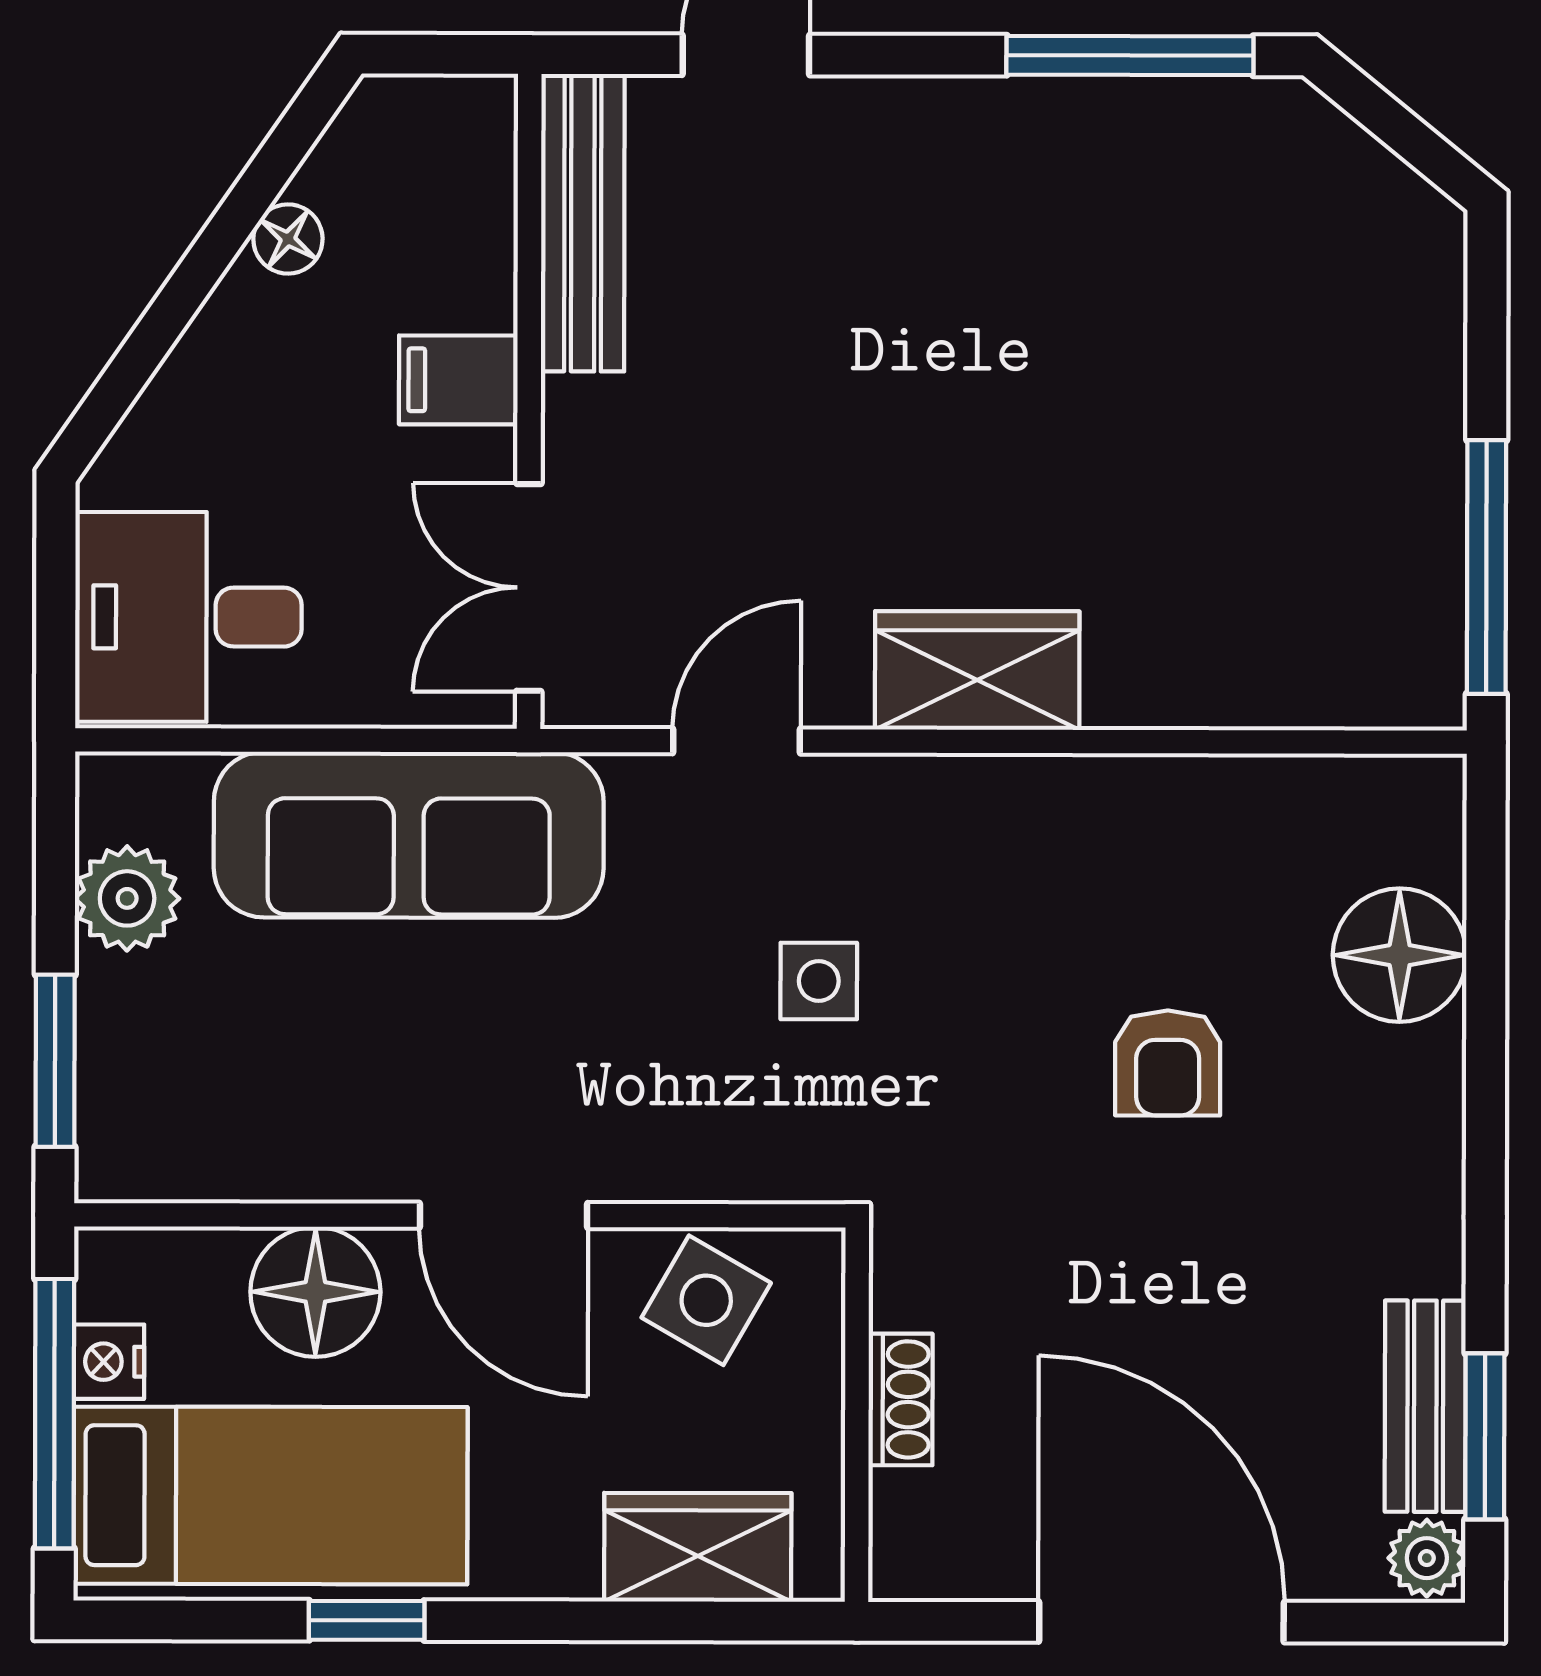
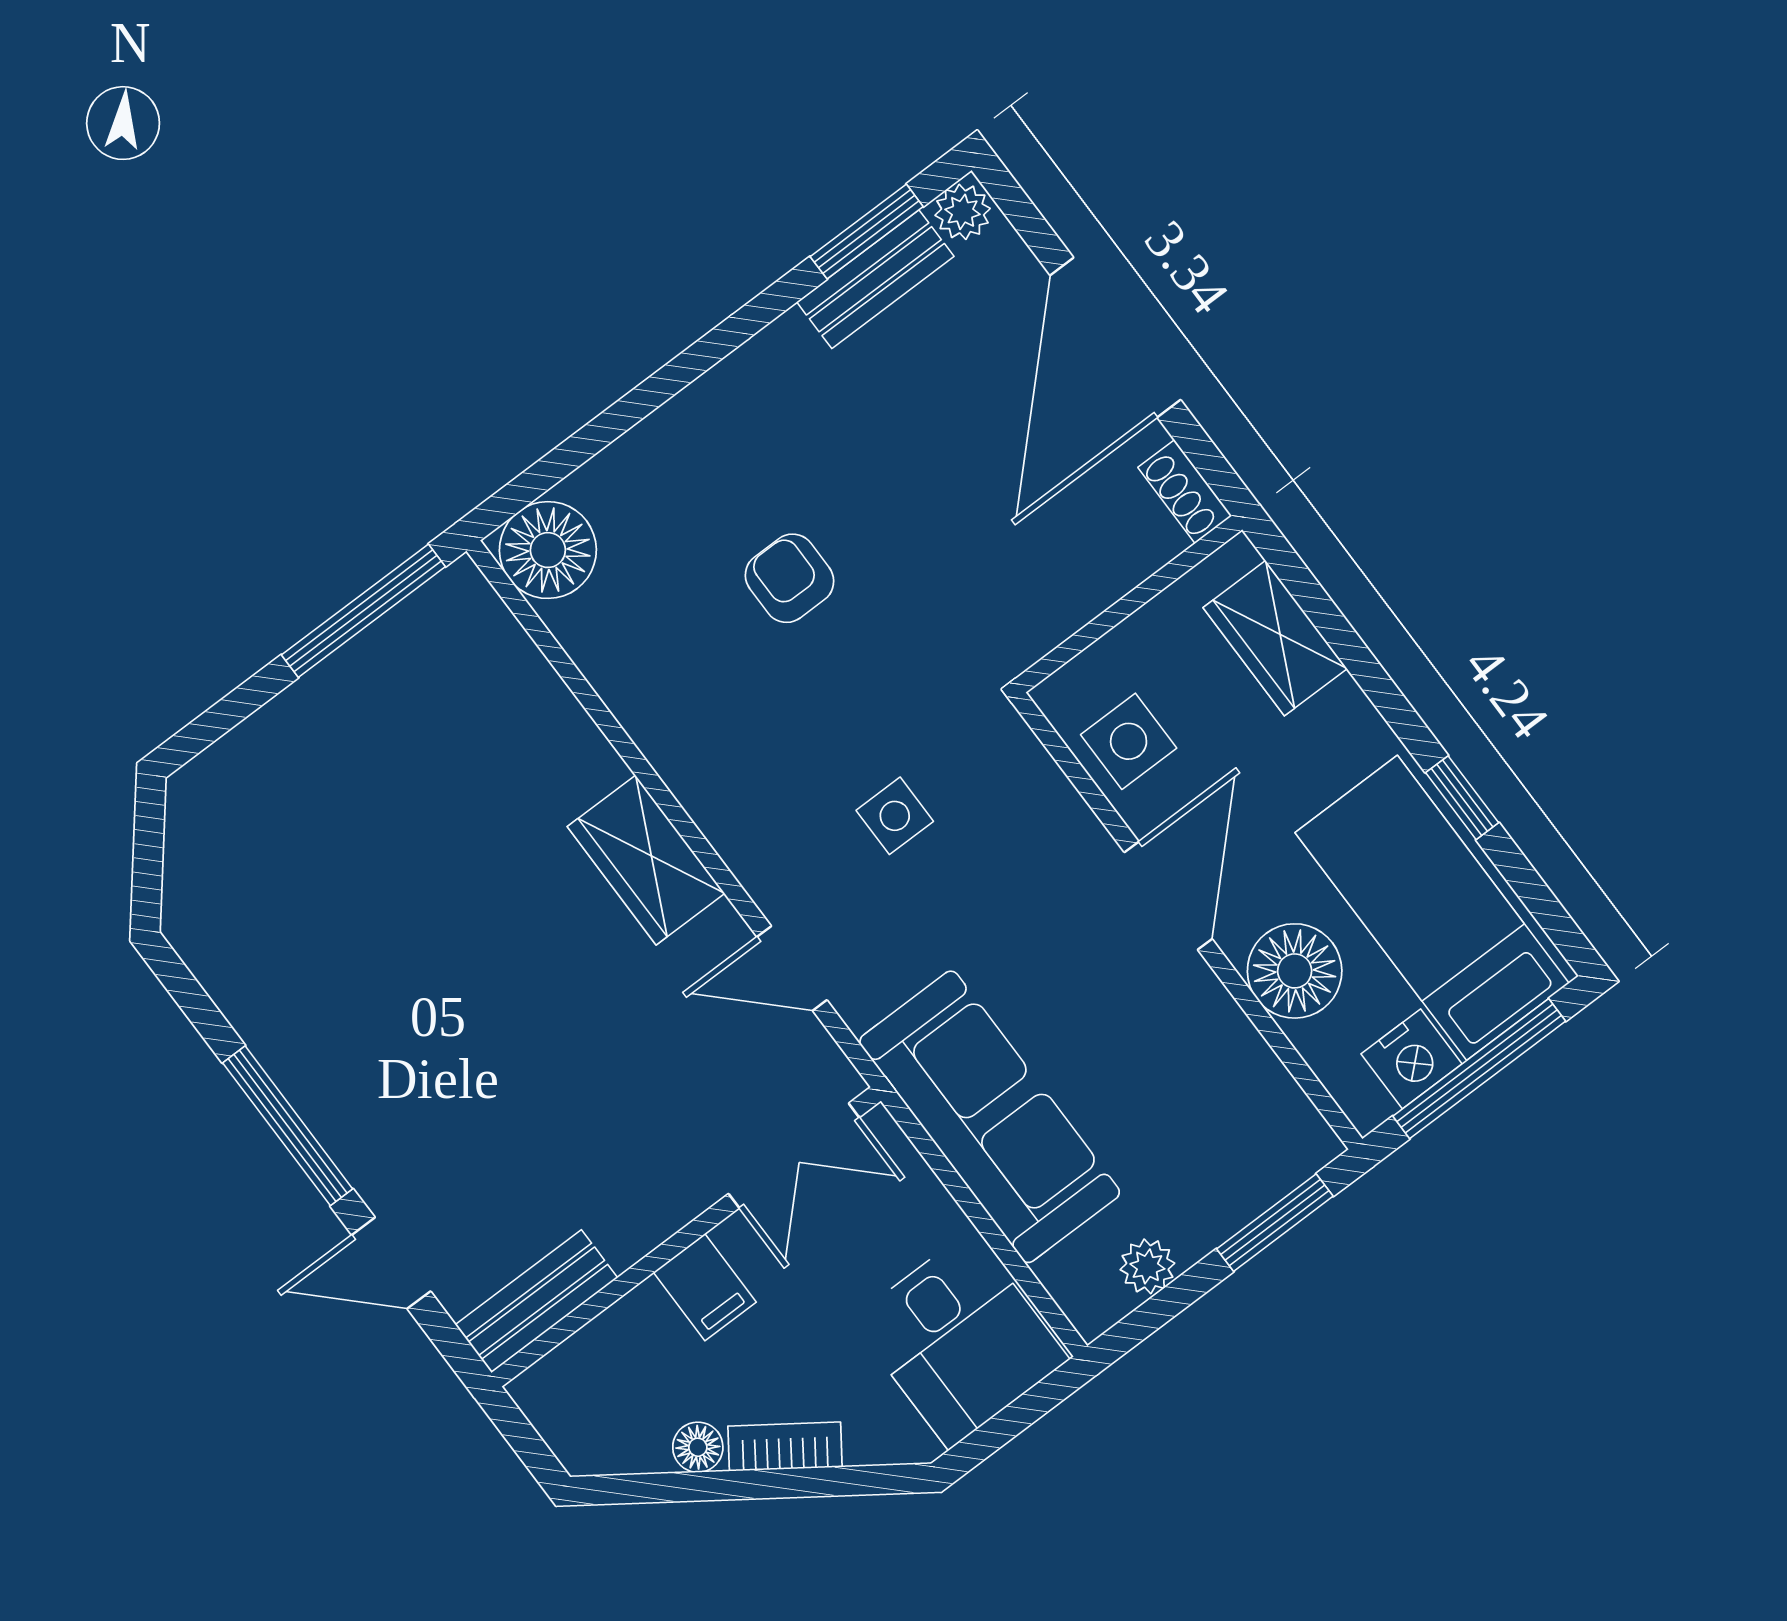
window: (1130, 55) -> (288, 1126), moved
bench: (583, 223) -> (536, 1301), width x0.73
bookcase: (216, 335) -> (785, 1447), added
plant: (127, 898) -> (1147, 1266), width x0.73, depth x0.73
floor lamp: (1400, 955) -> (548, 550), moved
armchair: (1168, 1063) -> (790, 578), turned -90
side table: (706, 1300) -> (1129, 741), turned -30
nightstand: (109, 1362) -> (1411, 1059), width x1.39, depth x1.35
shoe rack: (901, 1399) -> (1185, 492), moved, turned -90

